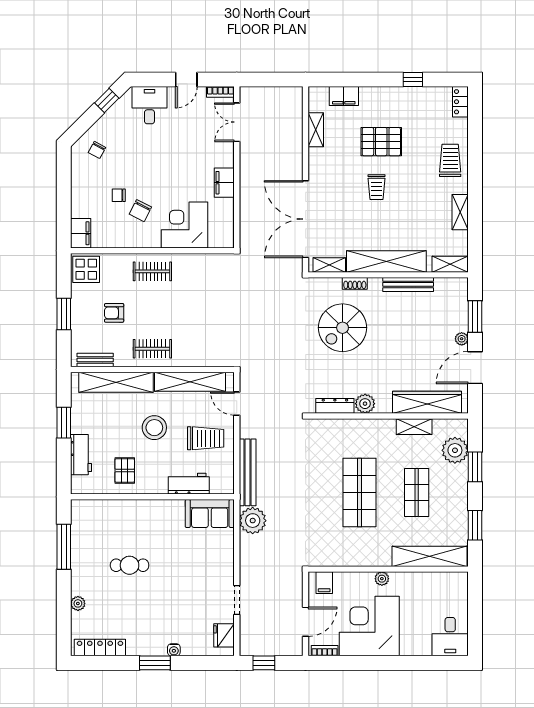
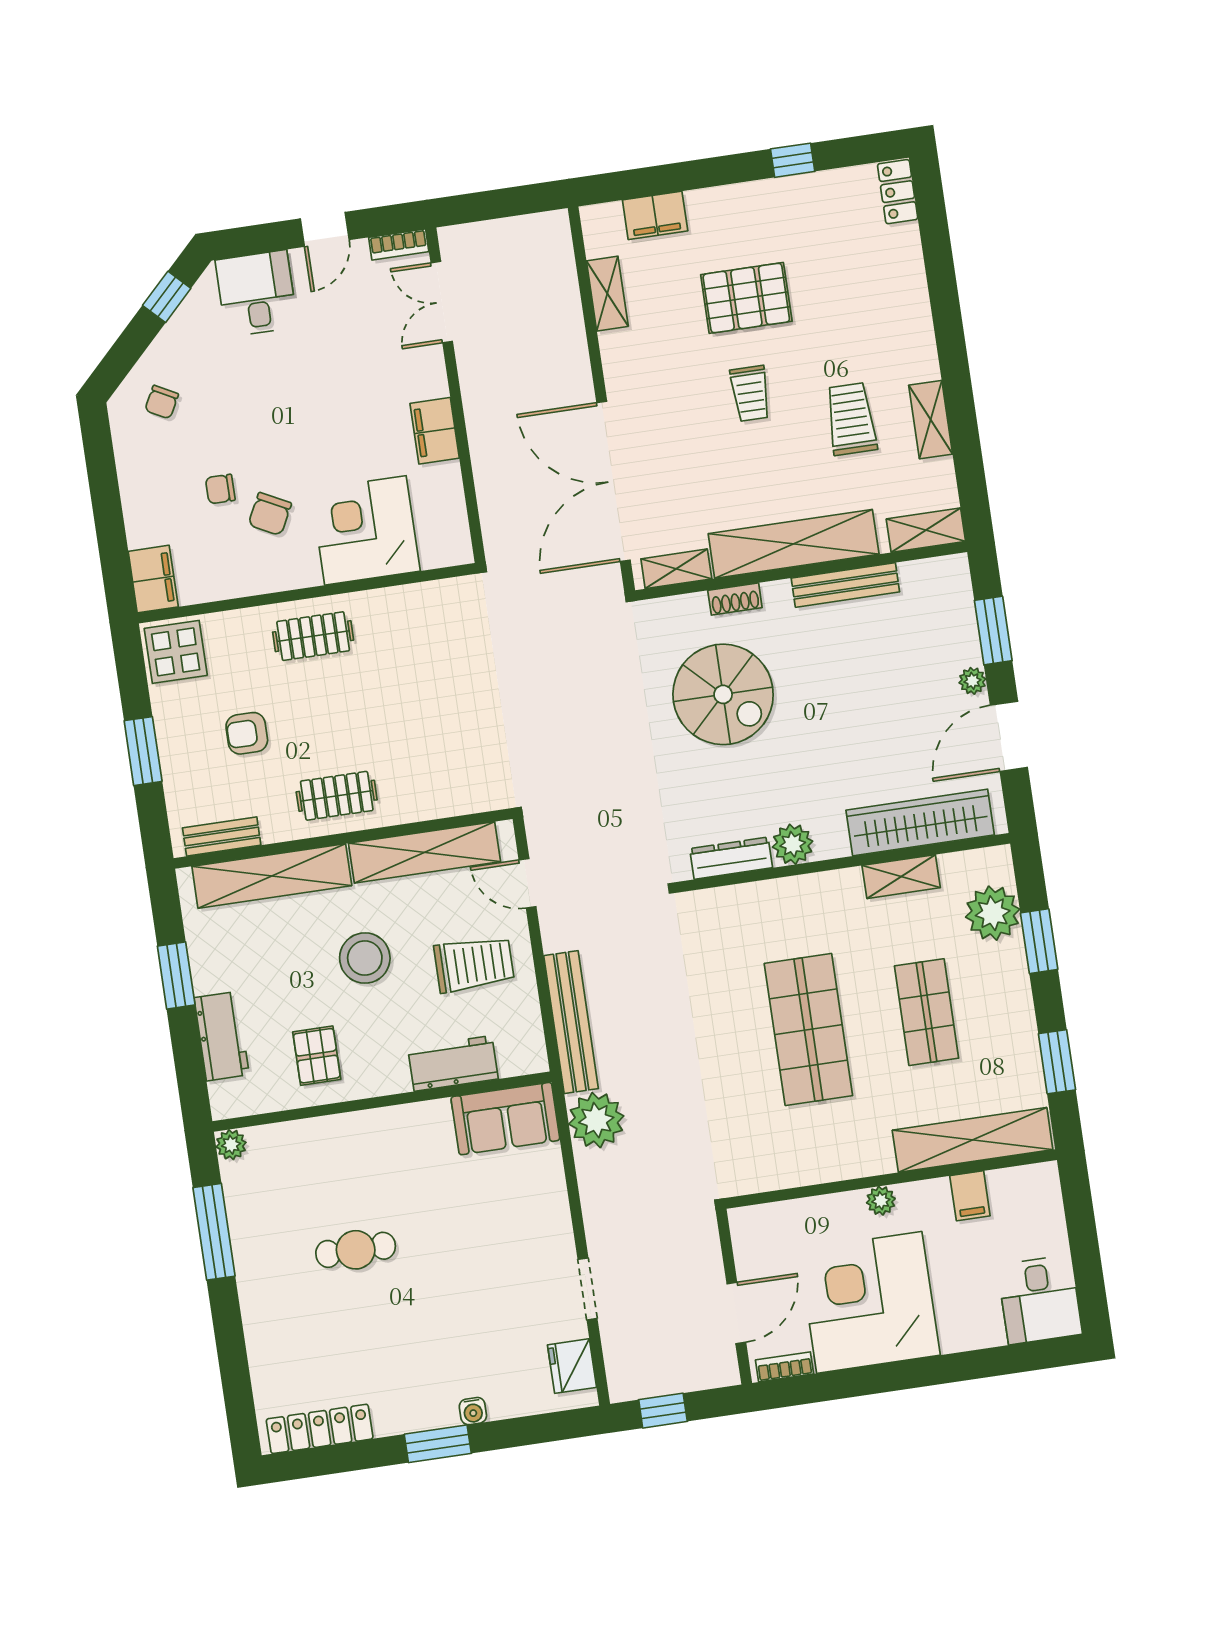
trolley: (450, 160) -> (851, 419), moved
spiral stairs: (343, 328) -> (723, 694), turned -90
filing cabinet: (324, 583) -> (970, 1196), moved
plant: (78, 603) -> (231, 1145), moved

